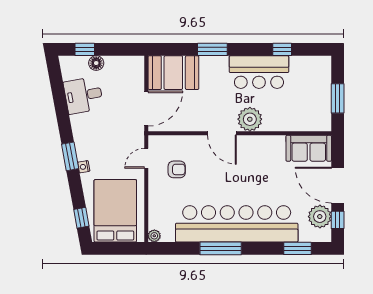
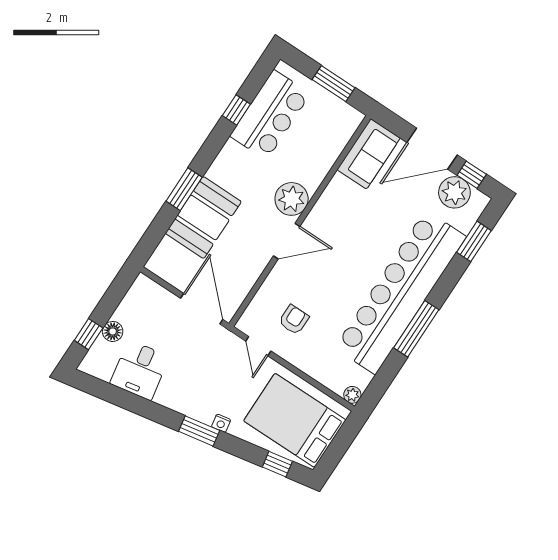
bar counter: (259, 72) -> (270, 115), moved
booth: (173, 73) -> (203, 218), moved

